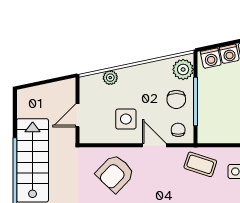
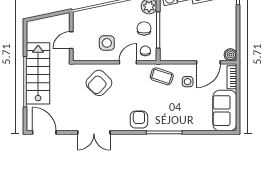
plant: (110, 78) -> (95, 12), removed
chair: (176, 99) -> (144, 28), turned 180
door: (154, 145) -> (128, 62), hinge flipped

